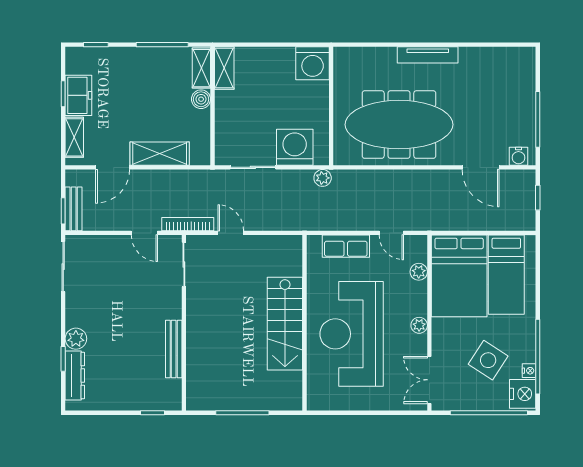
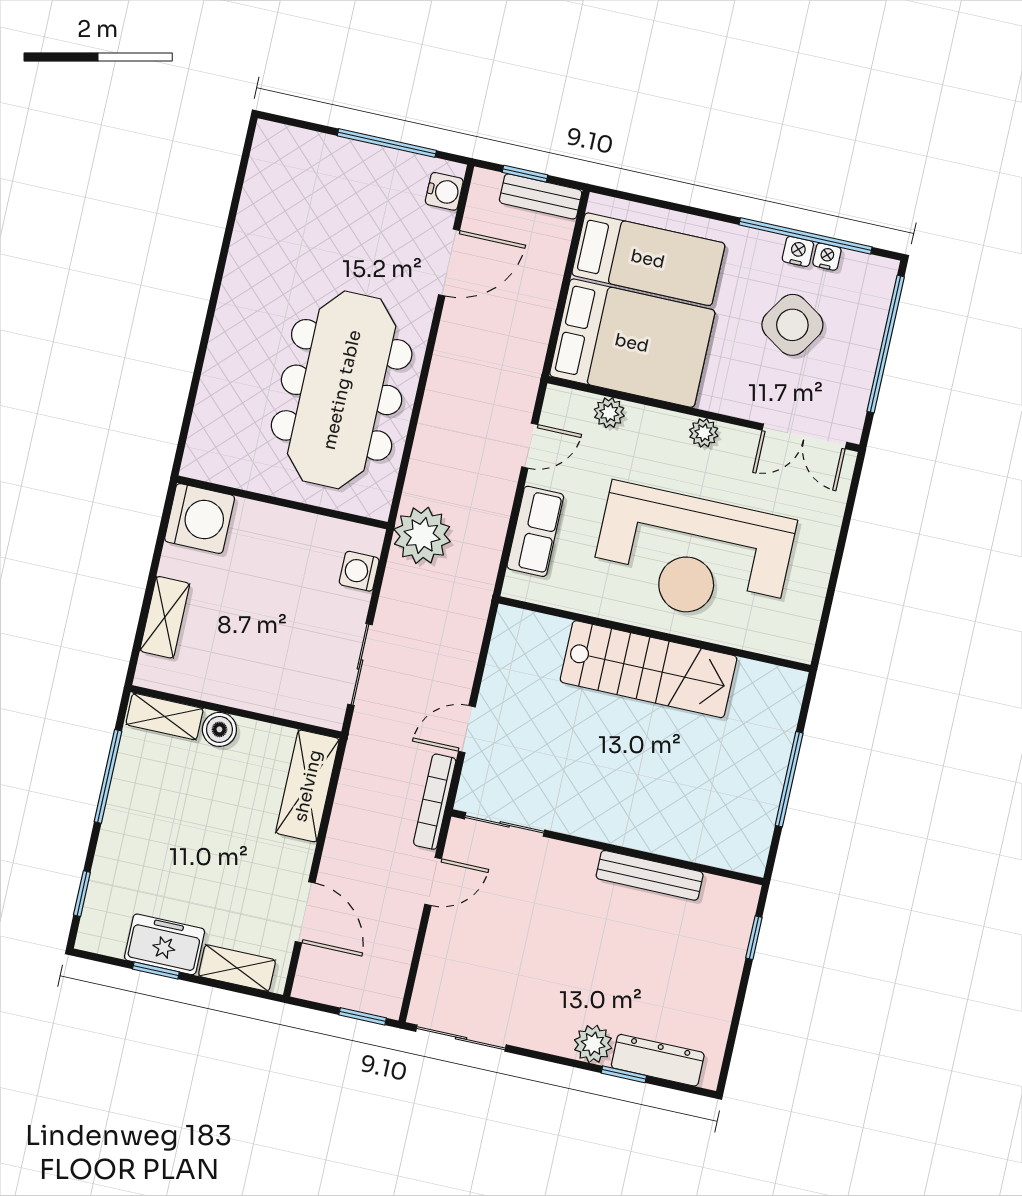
tv unit: (428, 55) -> (230, 312), removed
shelving: (224, 68) -> (165, 617), moved, turned 90
washing machine: (295, 147) -> (359, 571), width x0.53, depth x0.53
shelving: (160, 154) -> (308, 786), moved
plant: (323, 178) -> (422, 535), width x1.88, depth x1.88
bench: (74, 209) -> (541, 196), moved
nightstand: (523, 394) -> (798, 251), moved, width x0.53, depth x0.56

